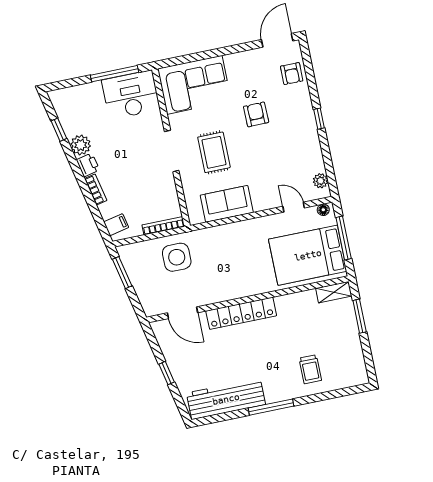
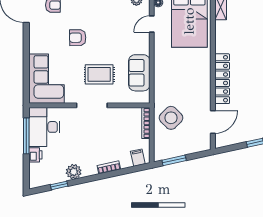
printer: (88, 165) -> (35, 155), moved, turned 102
side table: (177, 257) -> (171, 118), turned 45

